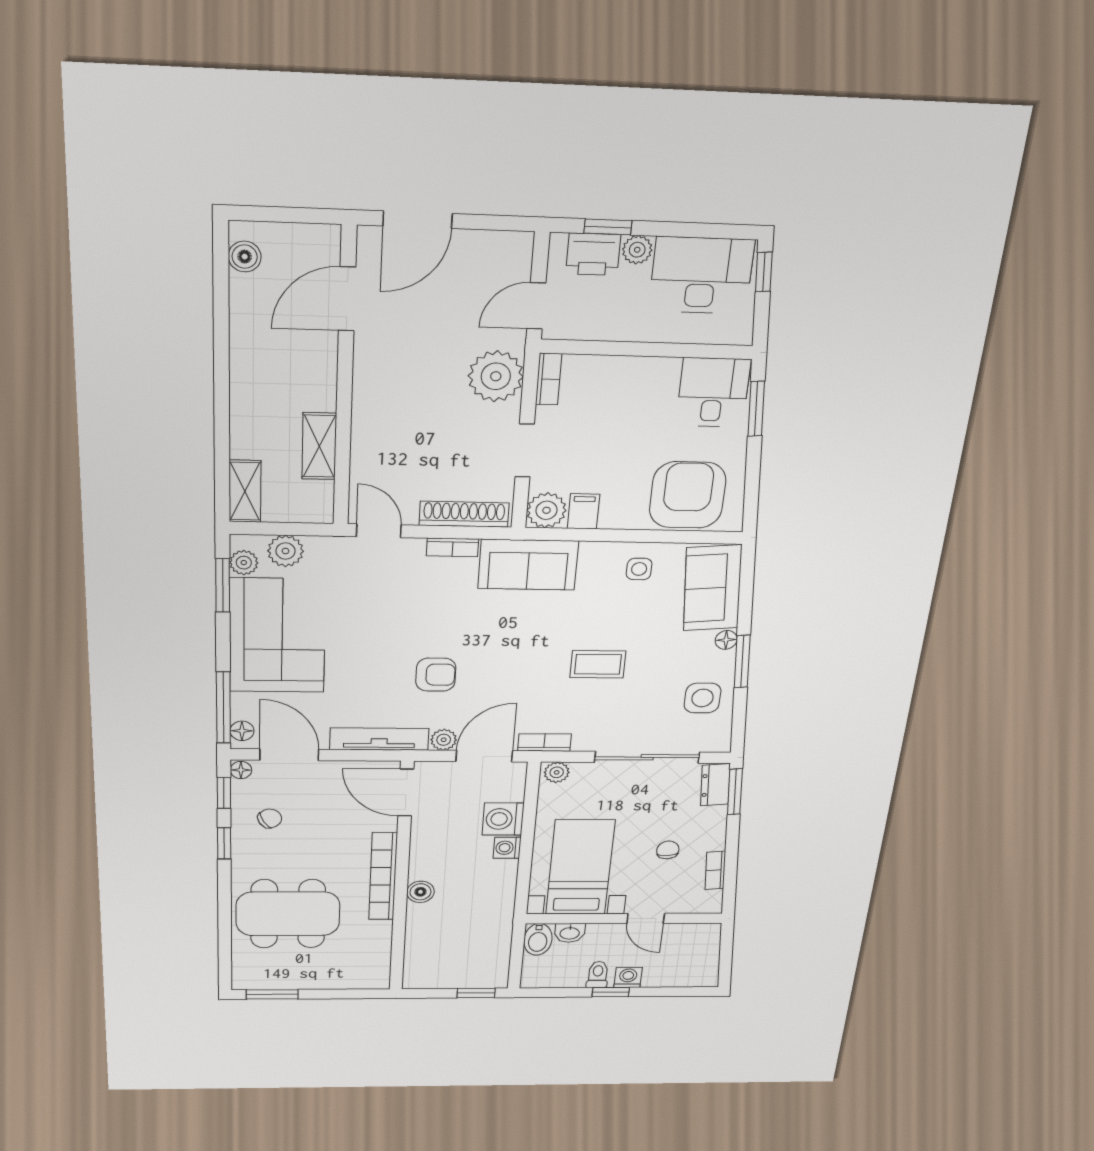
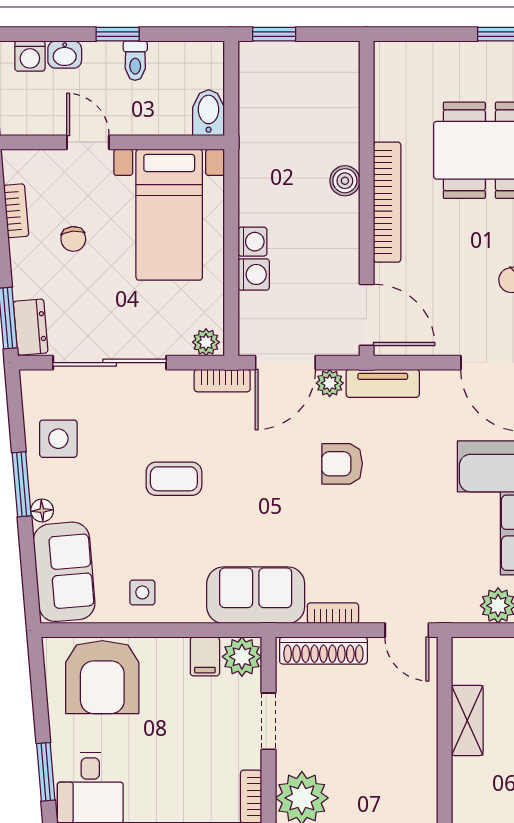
tv unit: (379, 739) -> (383, 383), width x0.71
washing machine: (503, 819) -> (254, 274), width x0.73, depth x0.73
washbasin: (570, 933) -> (65, 55), moved, turned 180
washing machine: (628, 977) -> (30, 56), moved

